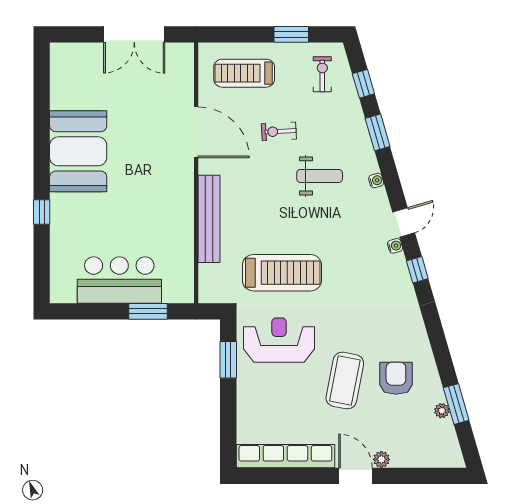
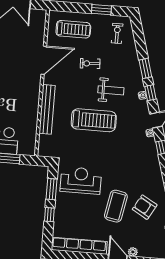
treadmill: (244, 73) -> (73, 29), turned 180
window: (363, 84) -> (150, 93), moved
door: (196, 132) -> (44, 60), hinge flipped
treadmill: (282, 273) -> (94, 120), moved
armchair: (396, 378) -> (145, 207), turned -60
window: (228, 405) -> (49, 215), added

